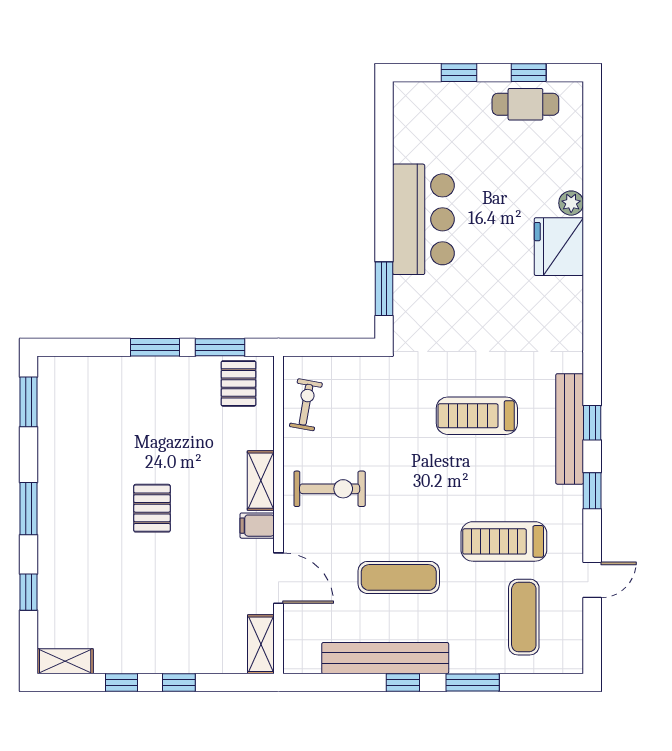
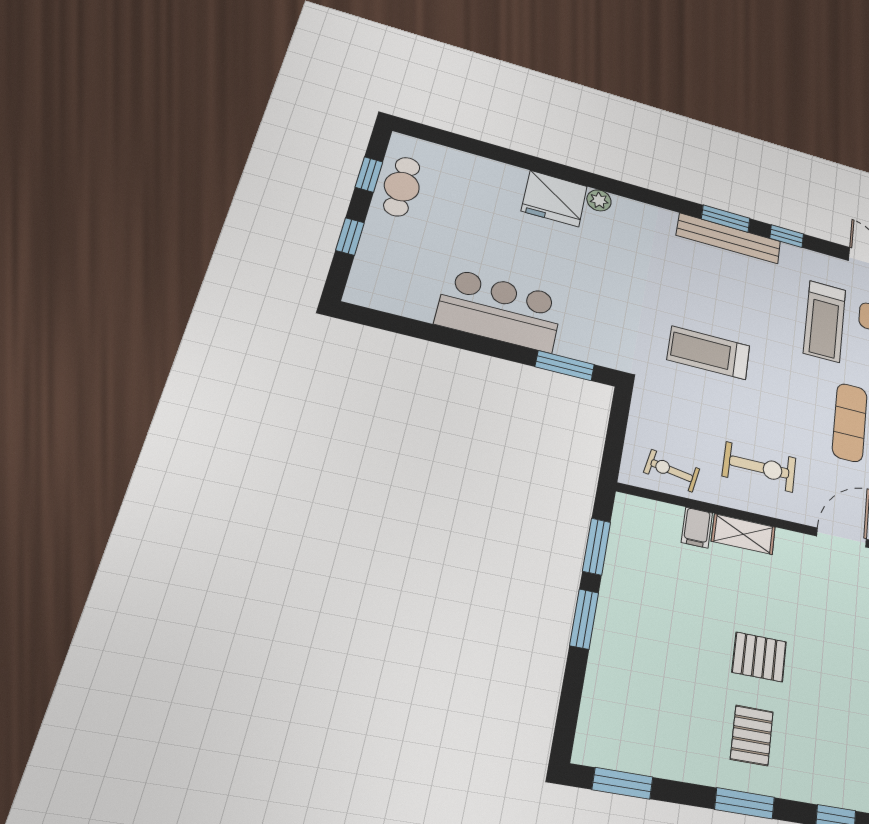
plant: (571, 203) -> (599, 200), moved
pallet: (238, 383) -> (752, 735), moved, turned 90
treadmill: (477, 416) -> (709, 353), moved, turned 90
window: (592, 423) -> (726, 219), width x1.50
exercise bike: (330, 489) -> (759, 467), turned 90
filing cabinet: (257, 526) -> (697, 528), moved

